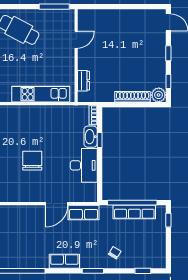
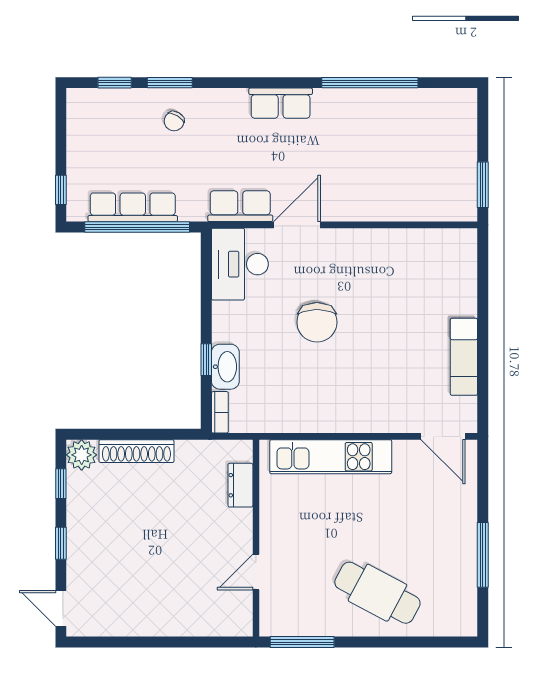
chair: (32, 161) -> (317, 322), moved
desk: (84, 165) -> (240, 264), moved
window: (93, 271) -> (170, 83), moved

